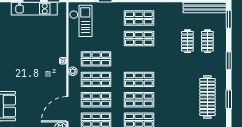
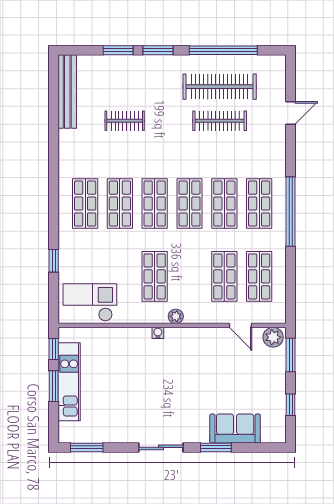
window: (229, 19) -> (118, 50), moved
clothes rail: (207, 41) -> (220, 121), moved, width x1.36
shop shelf: (96, 79) -> (155, 204), moved
window: (229, 99) -> (223, 50), width x2.11
door: (67, 109) -> (240, 325), width x0.53

